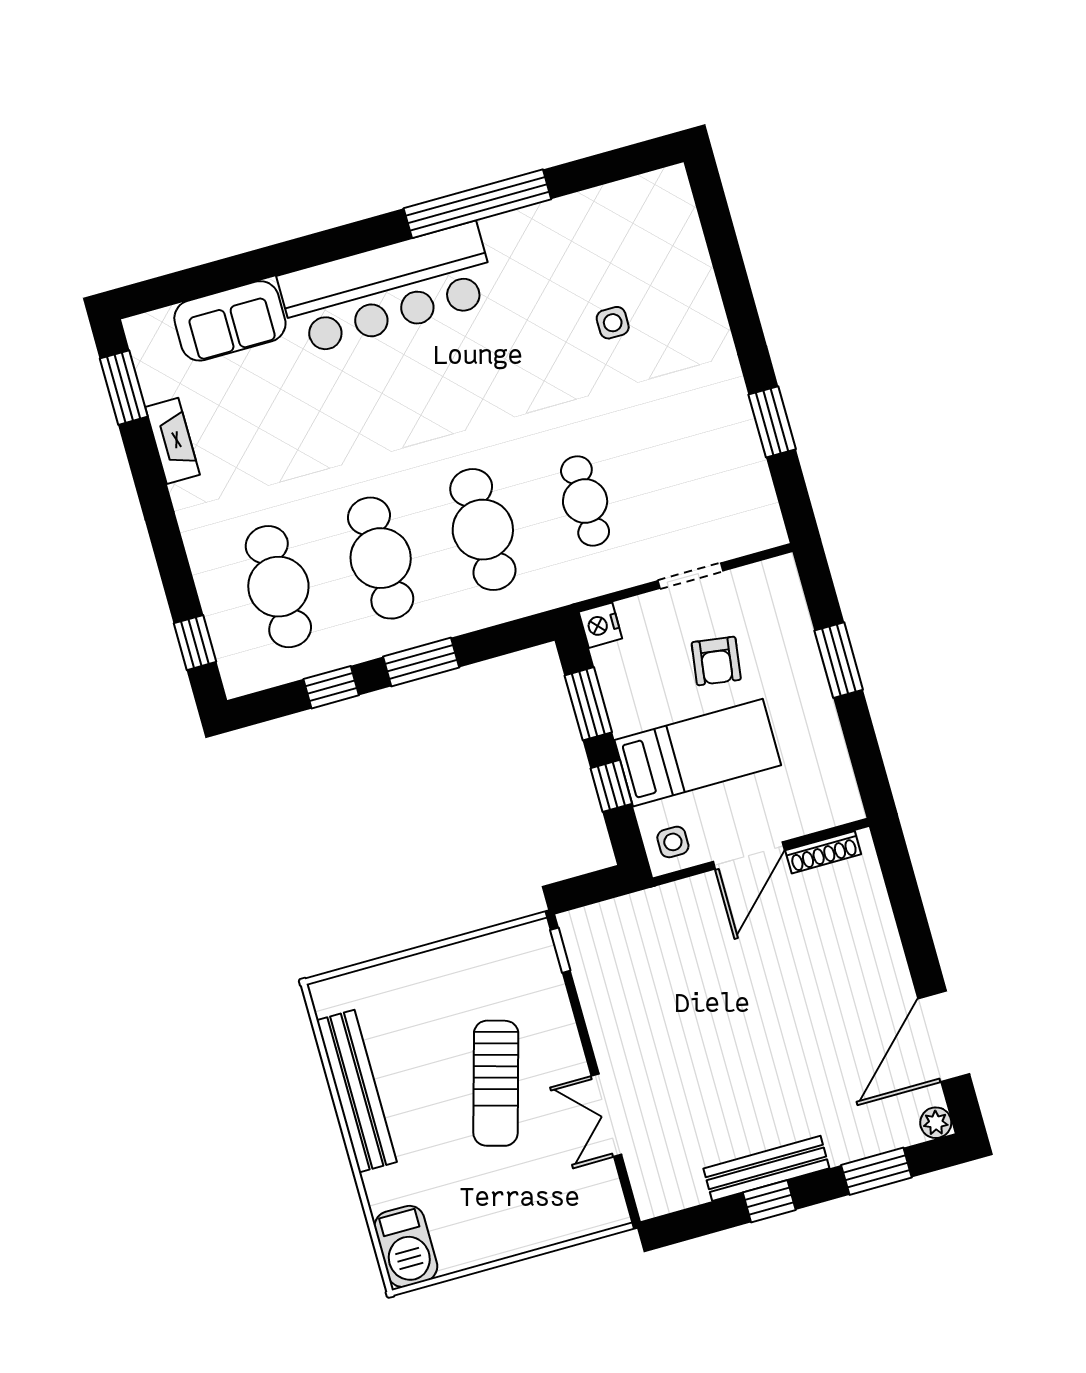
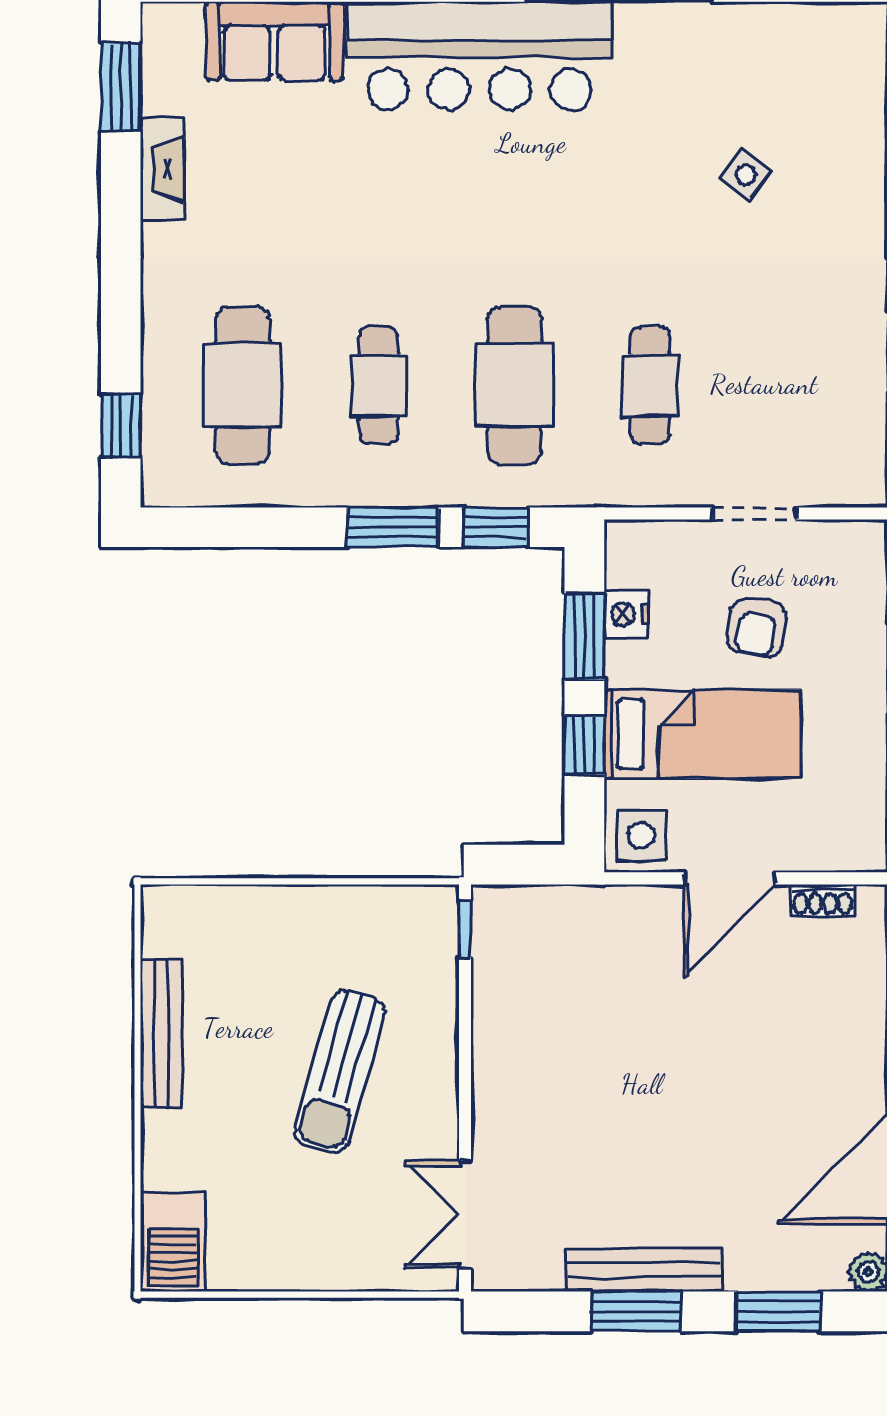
side table: (613, 323) -> (745, 175), turned 36
cafe table: (381, 558) -> (379, 385), width x0.73, depth x0.74
nightstand: (600, 625) -> (626, 614), moved
window: (331, 687) -> (496, 527), moved
side table: (673, 842) -> (641, 836), width x1.37, depth x1.37
shoe rack: (823, 852) -> (823, 900), width x0.70
bench: (357, 1091) -> (161, 1034), width x0.73, depth x0.82
double door: (606, 1115) -> (465, 1214), moved
window: (769, 1201) -> (636, 1311), width x1.50

